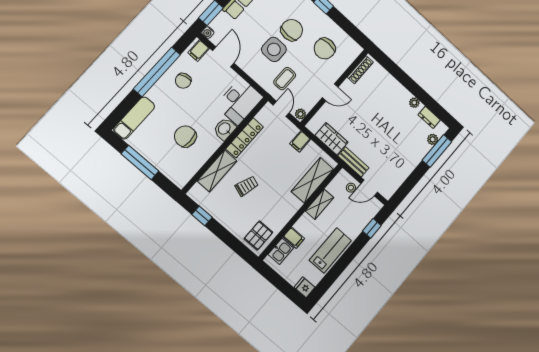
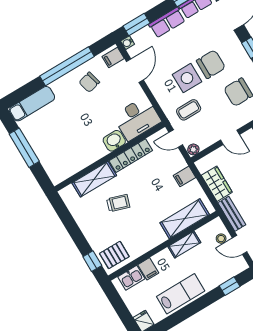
door: (281, 109) -> (176, 139), swing flipped
chair: (185, 136) -> (74, 136), removed
window: (202, 216) -> (92, 261), moved

